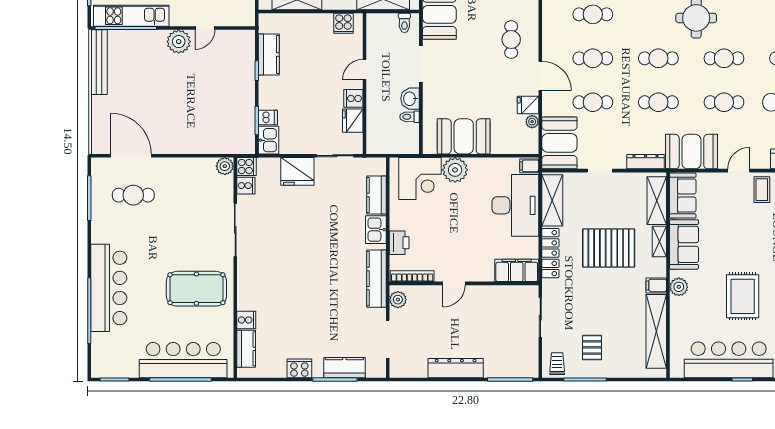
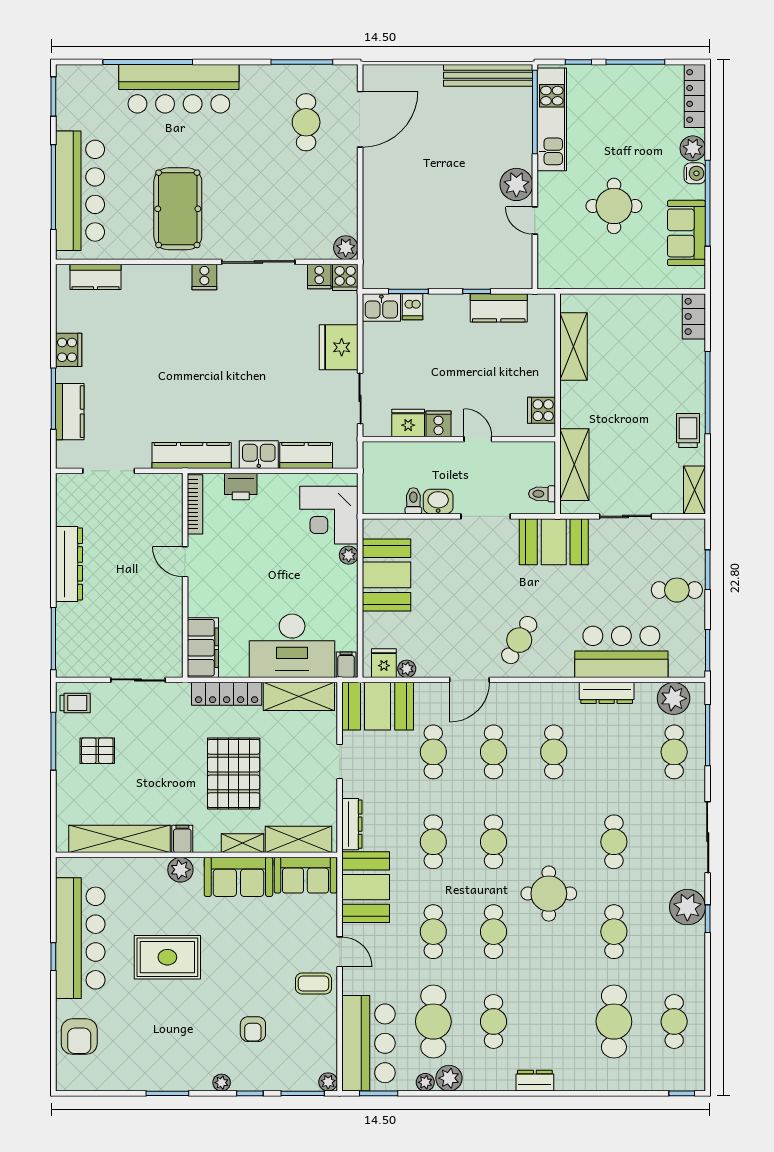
cafe table: (511, 40) -> (519, 640), turned -60
fridge: (528, 105) -> (384, 663), moved
plant: (455, 170) -> (349, 555), width x0.53, depth x0.53
plant: (398, 300) -> (163, 485), removed
cooker: (246, 320) -> (204, 277), moved

